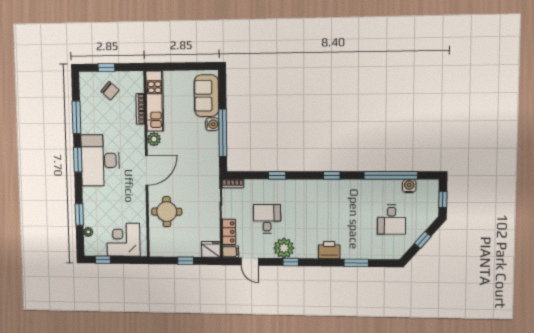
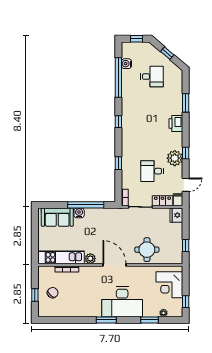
window: (76, 117) -> (73, 320), removed
desk: (100, 160) -> (122, 302), moved
window: (186, 261) -> (186, 245), moved

